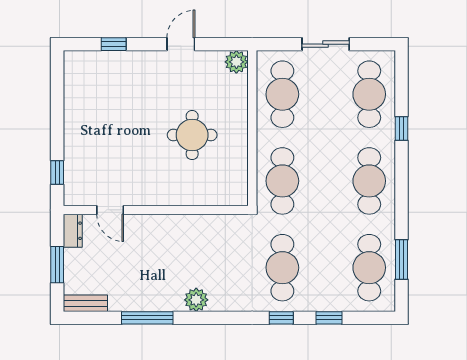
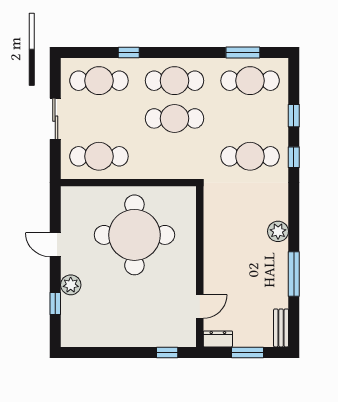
plant: (236, 62) -> (71, 285), moved
round table: (192, 135) -> (134, 235), width x1.86, depth x1.86
cafe table: (282, 181) -> (174, 118), moved

